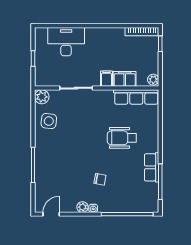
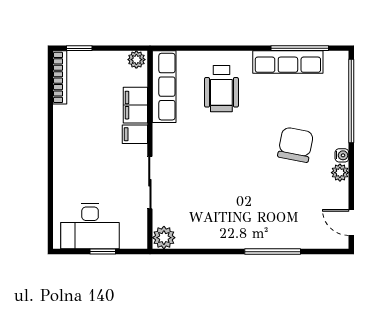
desk: (66, 42) -> (90, 226), moved, turned -90
side table: (49, 121) -> (203, 226), removed
wheelchair: (122, 138) -> (221, 89), moved
row of seats: (152, 167) -> (288, 62), width x1.48
chair: (100, 179) -> (296, 145), width x1.87, depth x1.87

